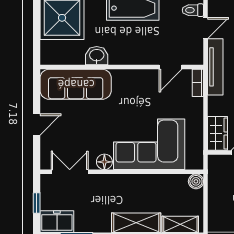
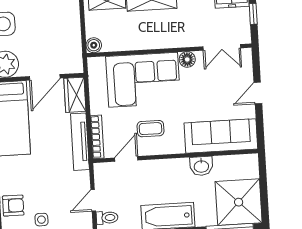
tv unit: (215, 67) -> (80, 142), moved
bookcase: (198, 83) -> (97, 137), width x1.56
coffee table: (145, 96) -> (150, 129), added

